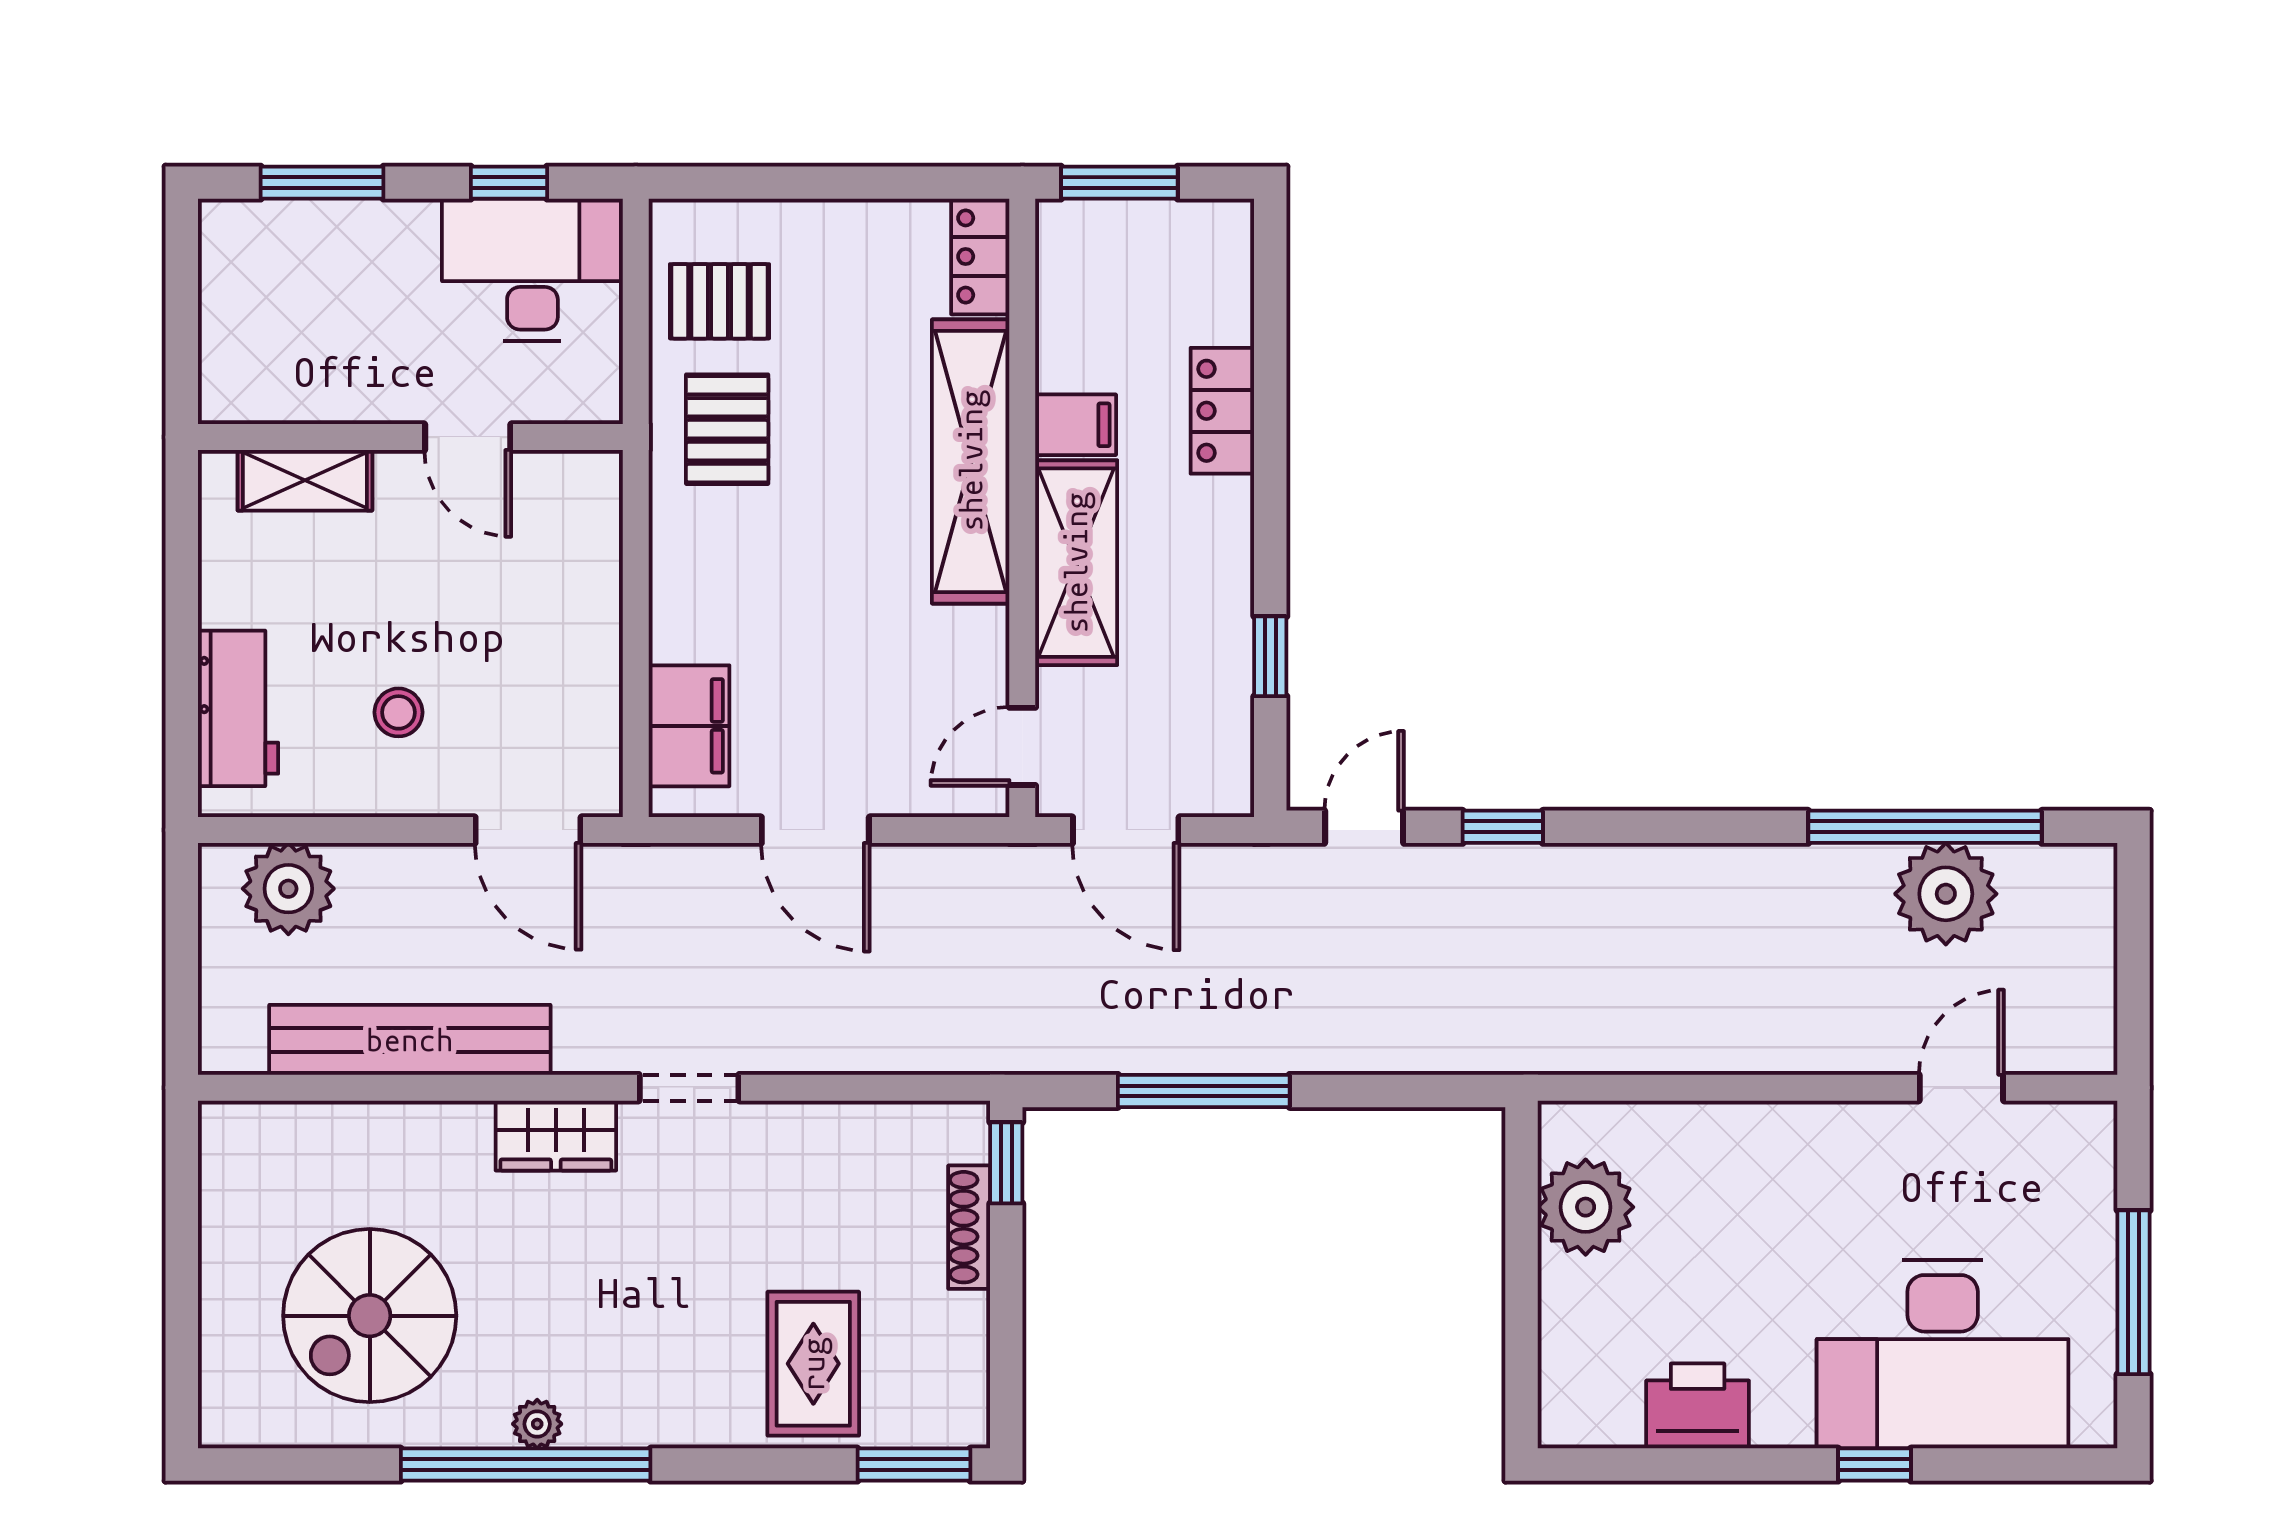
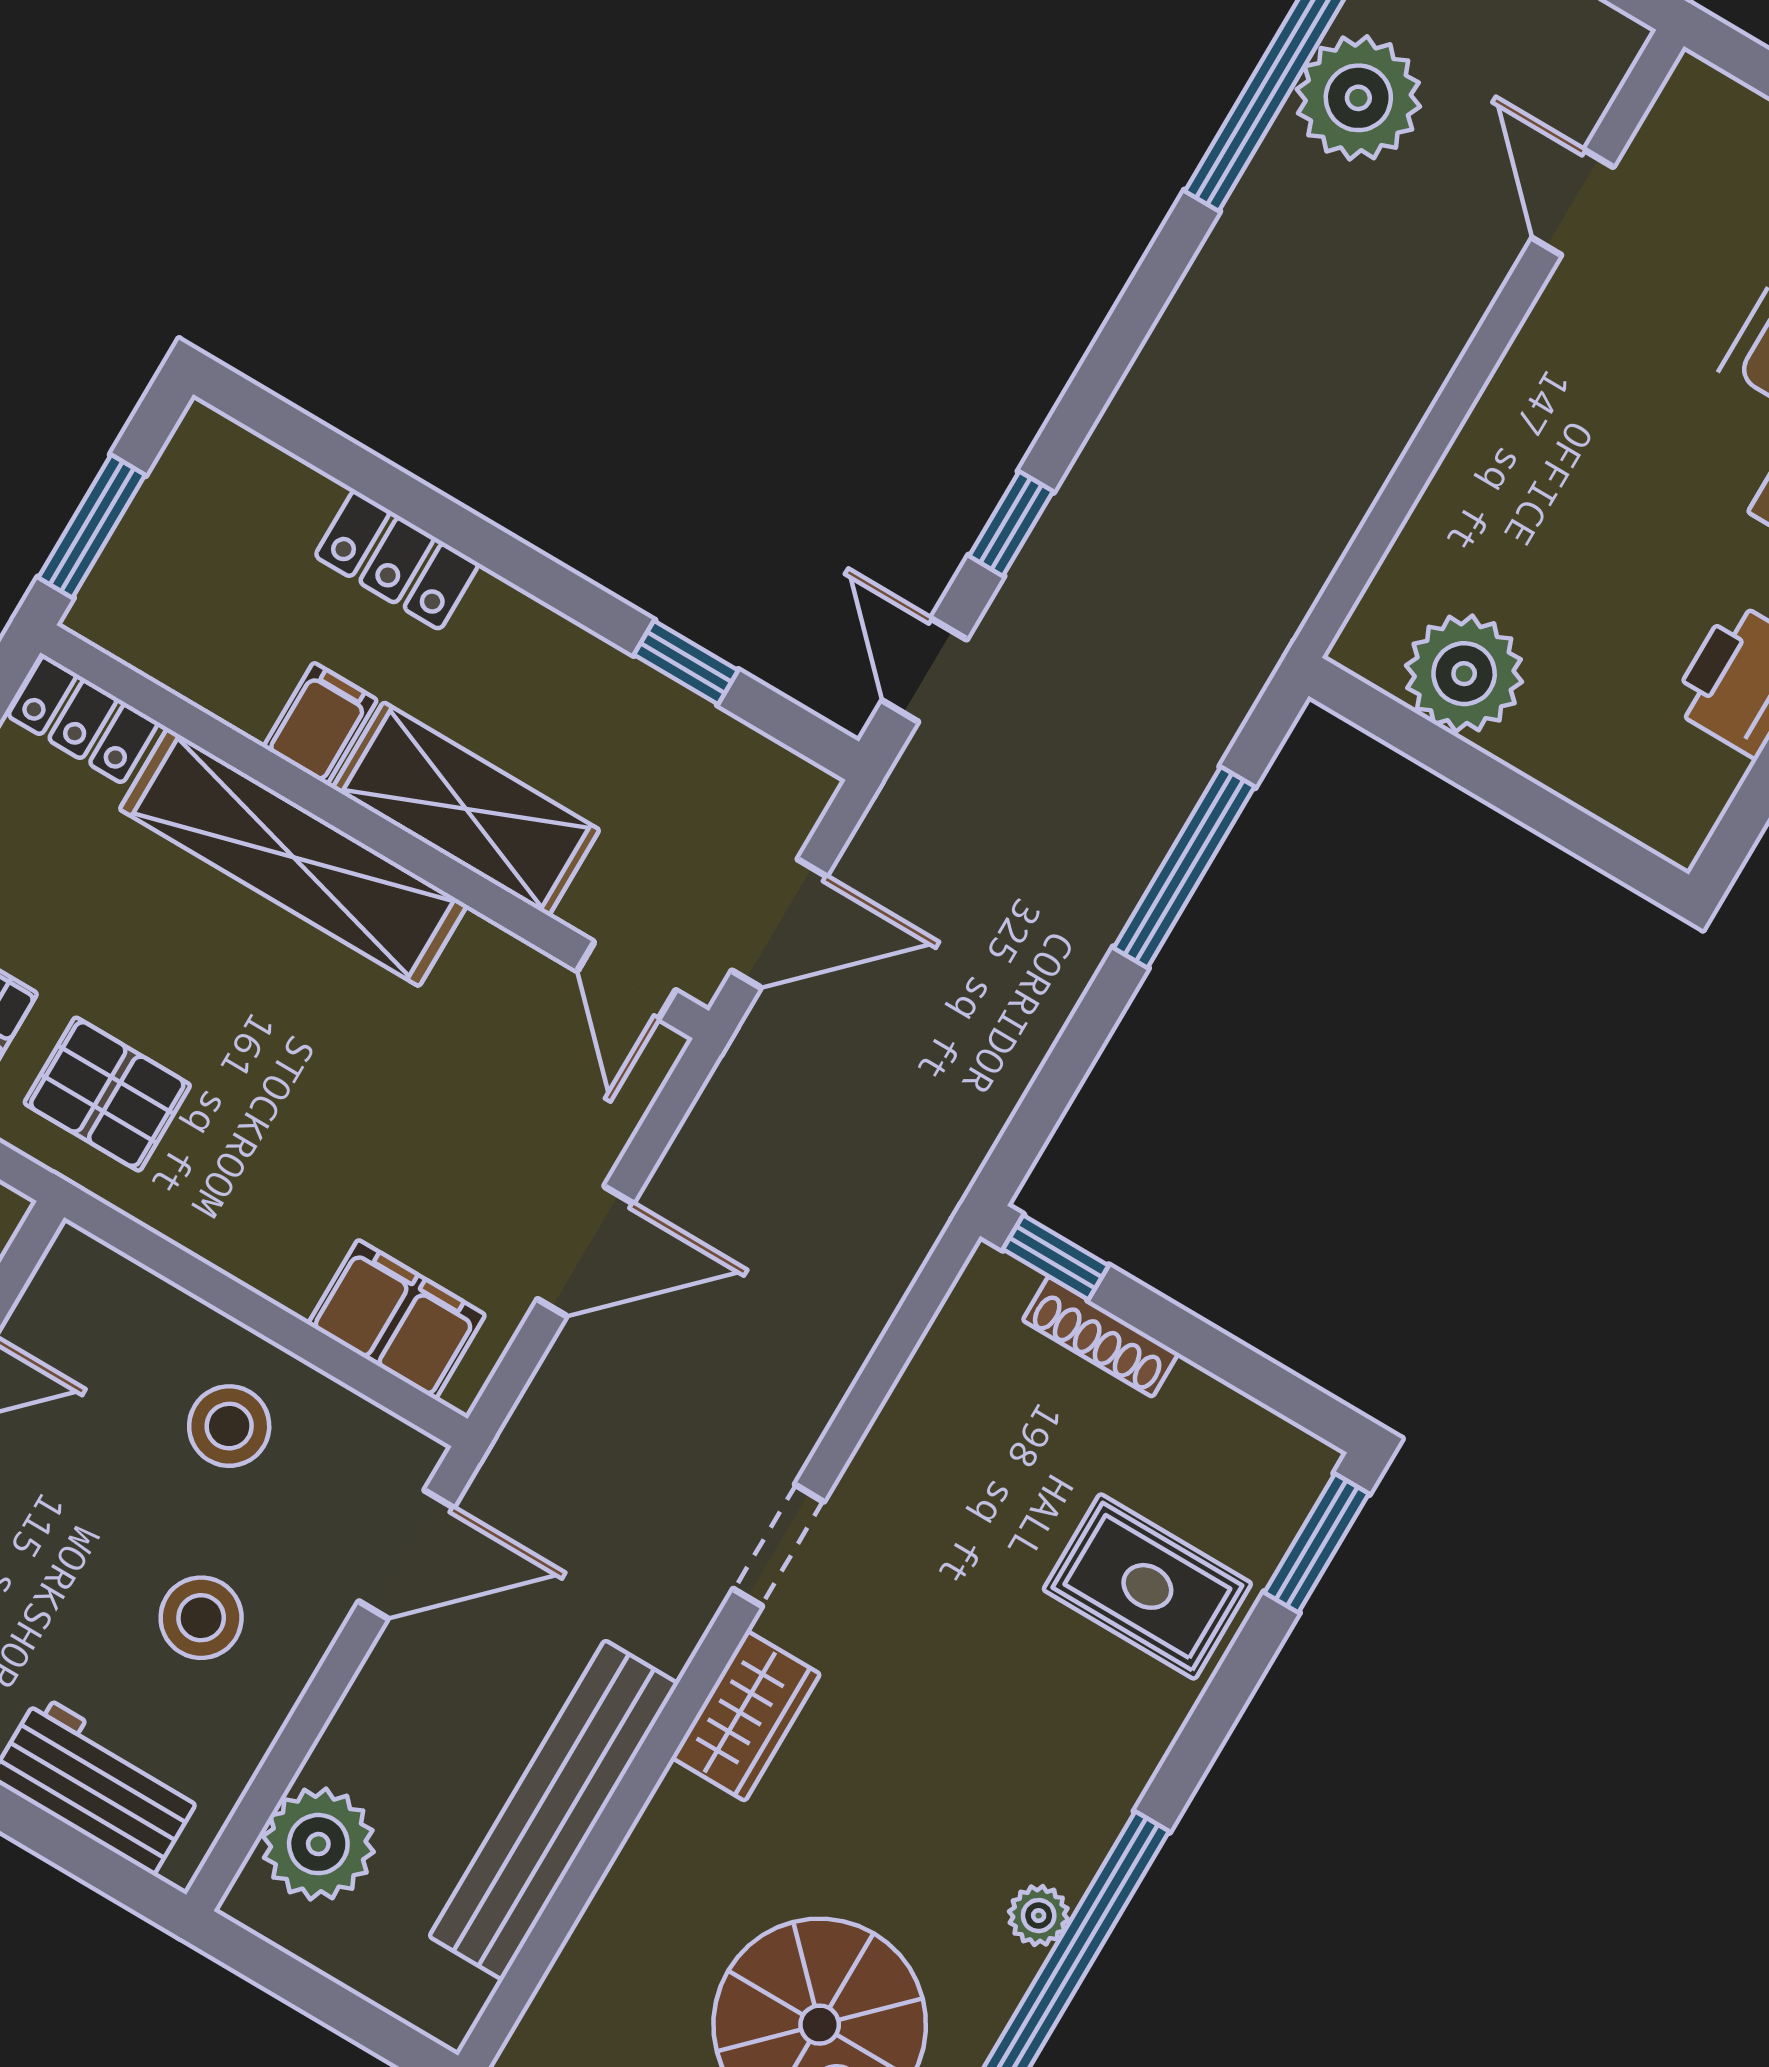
stool: (545, 653) -> (229, 1426), added
stool: (398, 712) -> (201, 1618), width x1.37, depth x1.37
window: (1204, 1091) -> (1184, 867), moved

